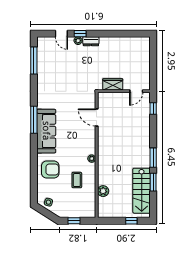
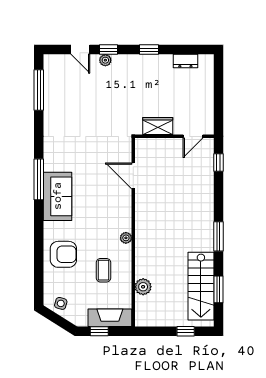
window: (107, 34) -> (149, 50), added
dresser: (91, 41) -> (185, 61), moved
sofa: (46, 131) -> (58, 196), width x0.73
window: (153, 182) -> (218, 289), moved
fireplace: (81, 212) -> (110, 318), added

